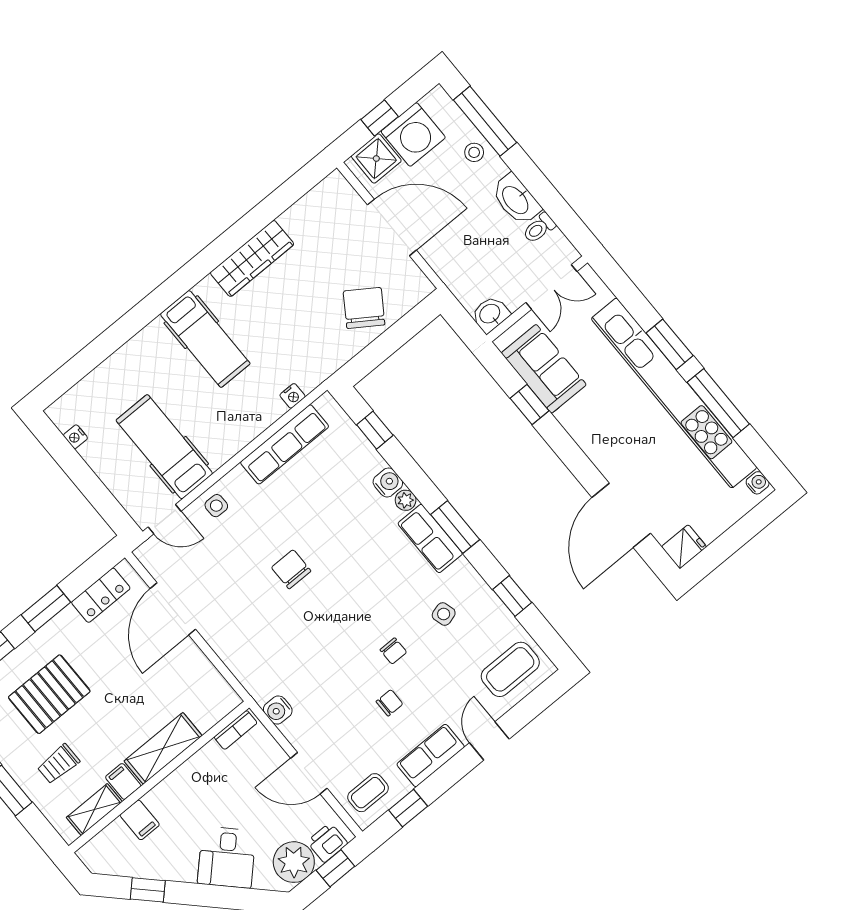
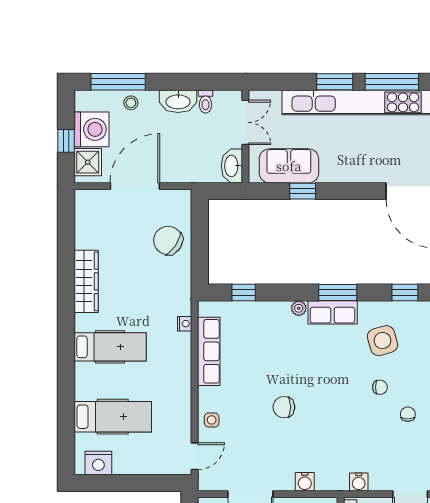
washbasin: (490, 314) -> (232, 166), width x1.38
nightstand: (75, 437) -> (98, 463), width x1.89, depth x1.79
hospital bed: (164, 447) -> (113, 417), moved, turned 180
water cooler: (388, 482) -> (305, 482), moved, turned 180
side table: (444, 614) -> (383, 341), width x1.87, depth x1.87

